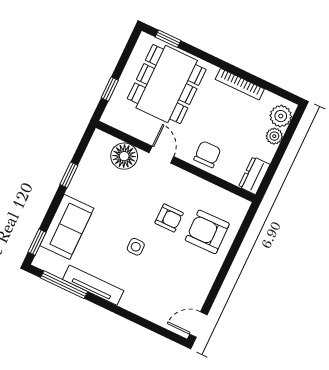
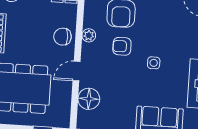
plant: (197, 185) -> (89, 35), added
armchair: (169, 218) -> (122, 46), turned -90

